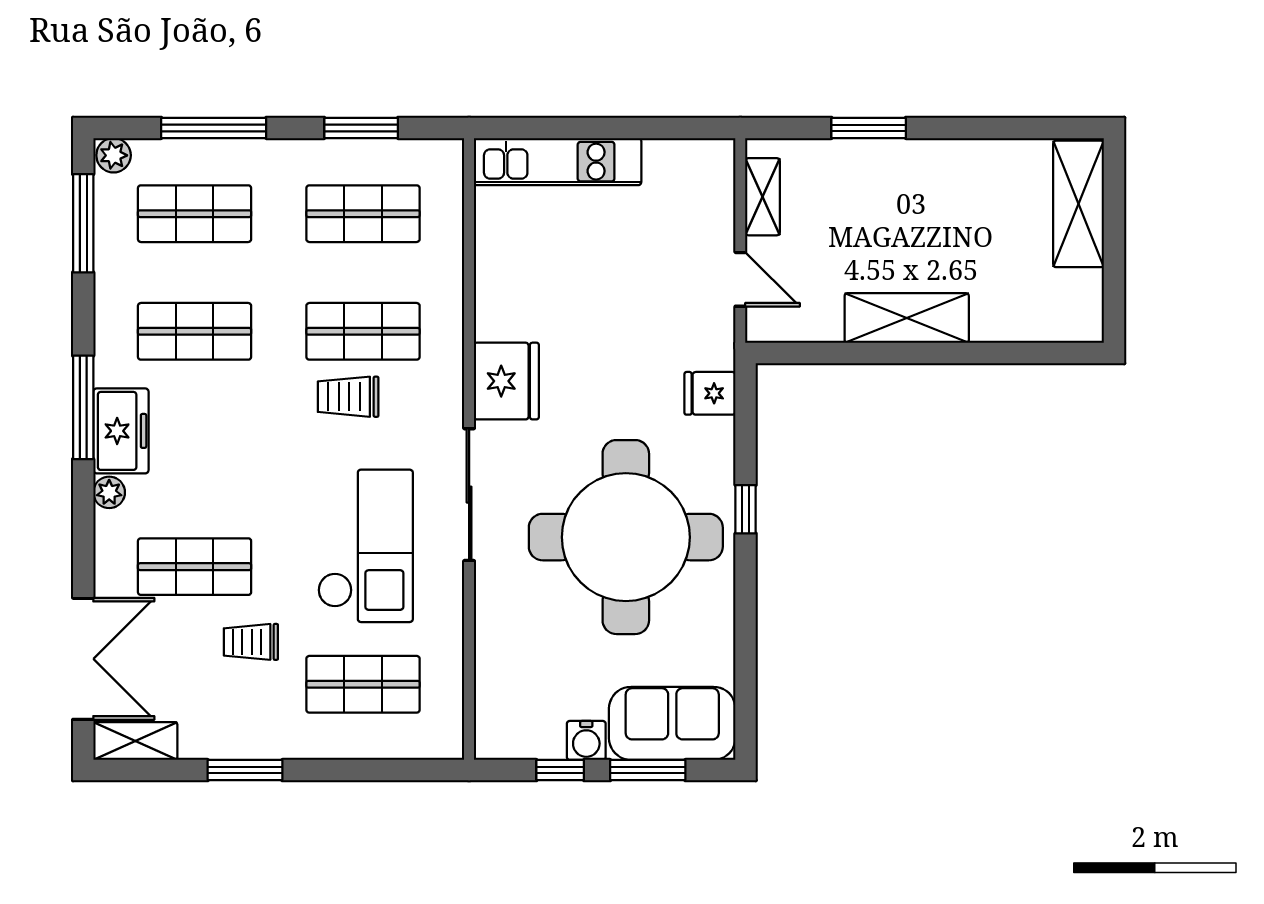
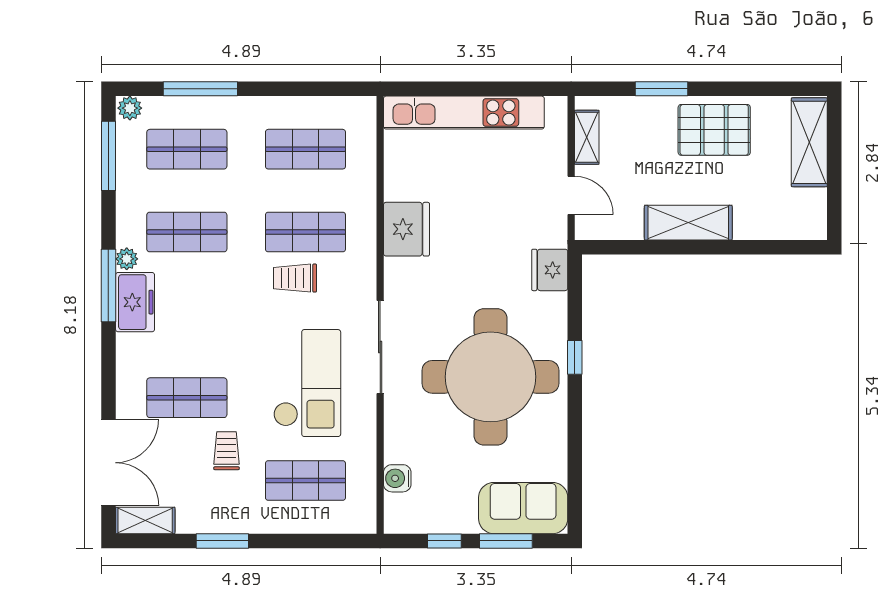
window: (361, 128) -> (304, 89), removed
kitchen unit: (558, 162) -> (464, 113), width x1.36
pallet: (944, 186) -> (714, 130), added
fridge: (506, 381) -> (406, 229), moved
fridge: (710, 393) -> (550, 270), width x1.38
plant: (109, 492) -> (127, 259), moved
trolley: (251, 642) -> (226, 451), turned 90
water cooler: (586, 740) -> (397, 478), moved, turned 90

